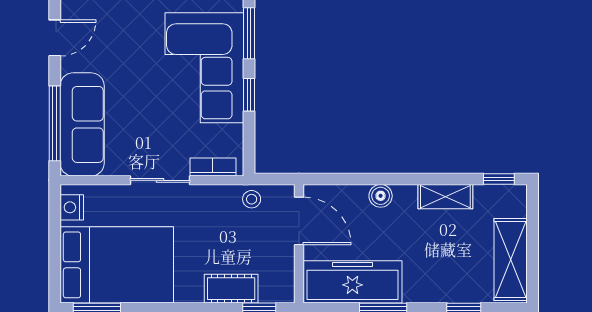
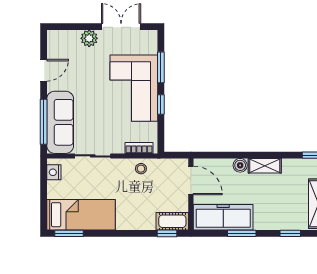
sliding door: (160, 180) -> (93, 156), moved
shelving: (445, 197) -> (265, 166), moved
stool: (252, 199) -> (141, 169), moved
bed: (117, 265) -> (81, 215), width x0.67
cot: (231, 289) -> (172, 221), moved

